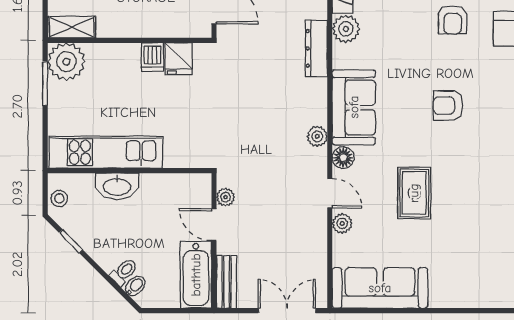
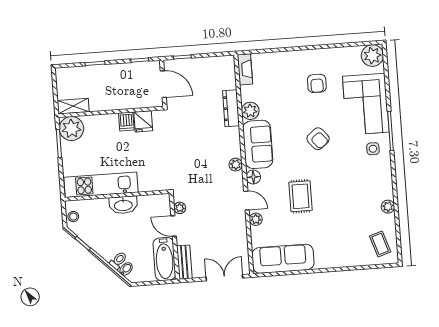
plant: (346, 29) -> (250, 111), moved
armchair: (448, 106) -> (318, 139), turned -130
washbasin: (117, 186) -> (123, 205), moved

